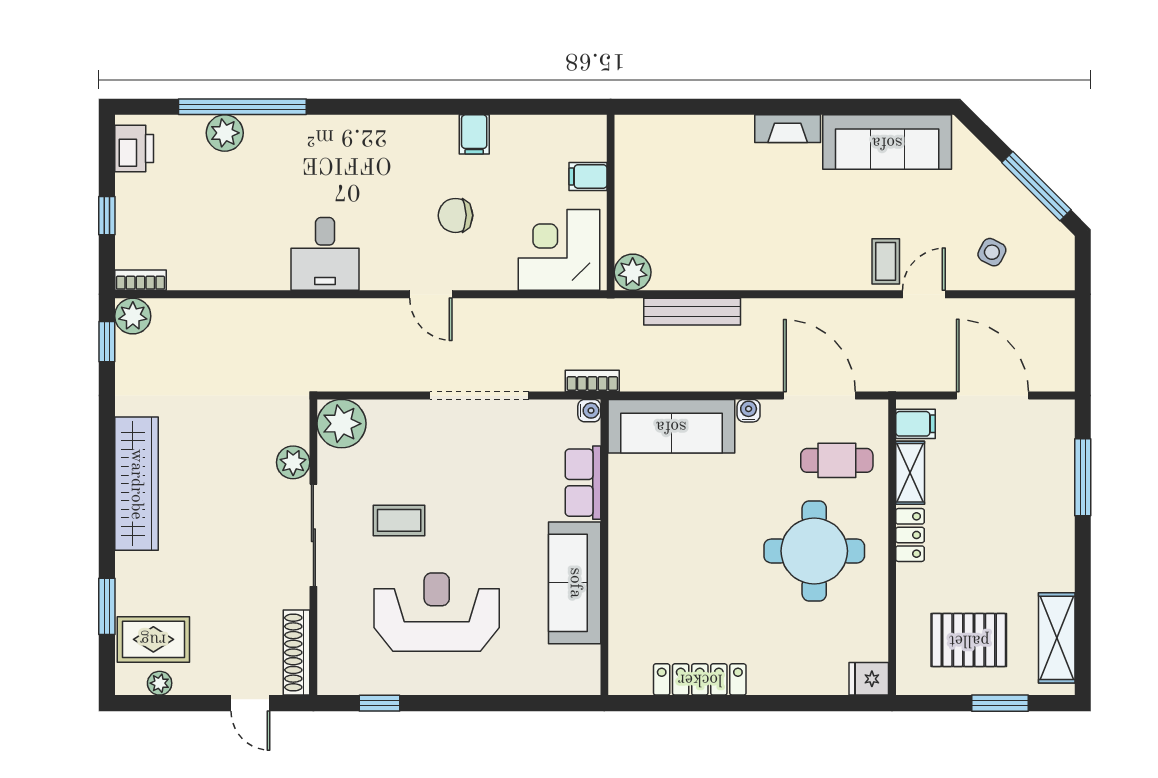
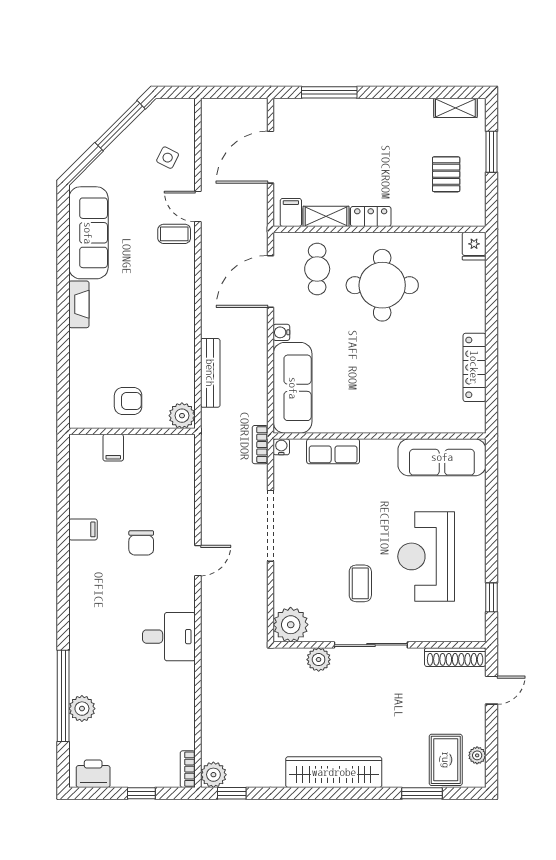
armchair: (653, 197) -> (128, 401), added
corner desk: (559, 250) -> (166, 469), removed
sofa: (575, 583) -> (442, 457), moved
shelving: (1057, 638) -> (455, 108), width x0.67, depth x0.75
pallet: (969, 640) -> (446, 174), width x0.67, depth x0.71

